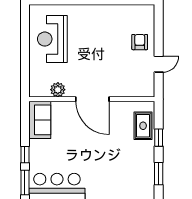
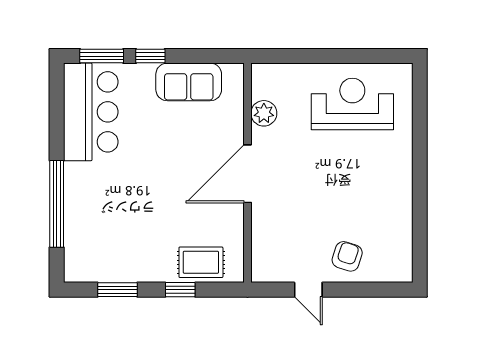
armchair: (140, 42) -> (347, 256), turned -72
sofa: (40, 120) -> (189, 82), moved

